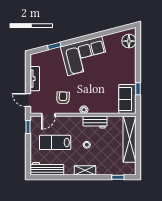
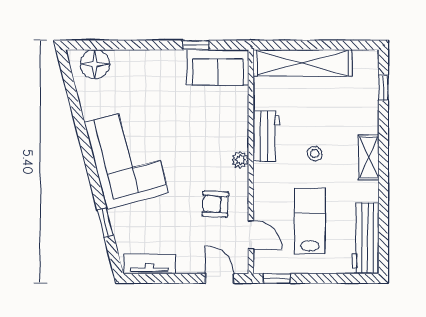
tv unit: (35, 79) -> (149, 264), moved
door: (28, 100) -> (220, 278), swing flipped
lab bench: (55, 142) -> (310, 221), turned 180

